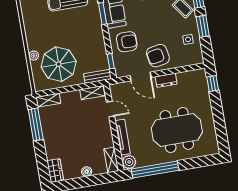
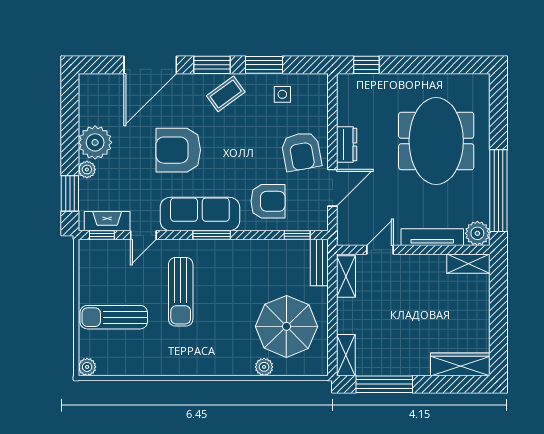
armchair: (127, 42) -> (268, 201), turned 90
wardrobe: (55, 171) -> (460, 364), width x1.50
boiler: (87, 172) -> (481, 310), removed

